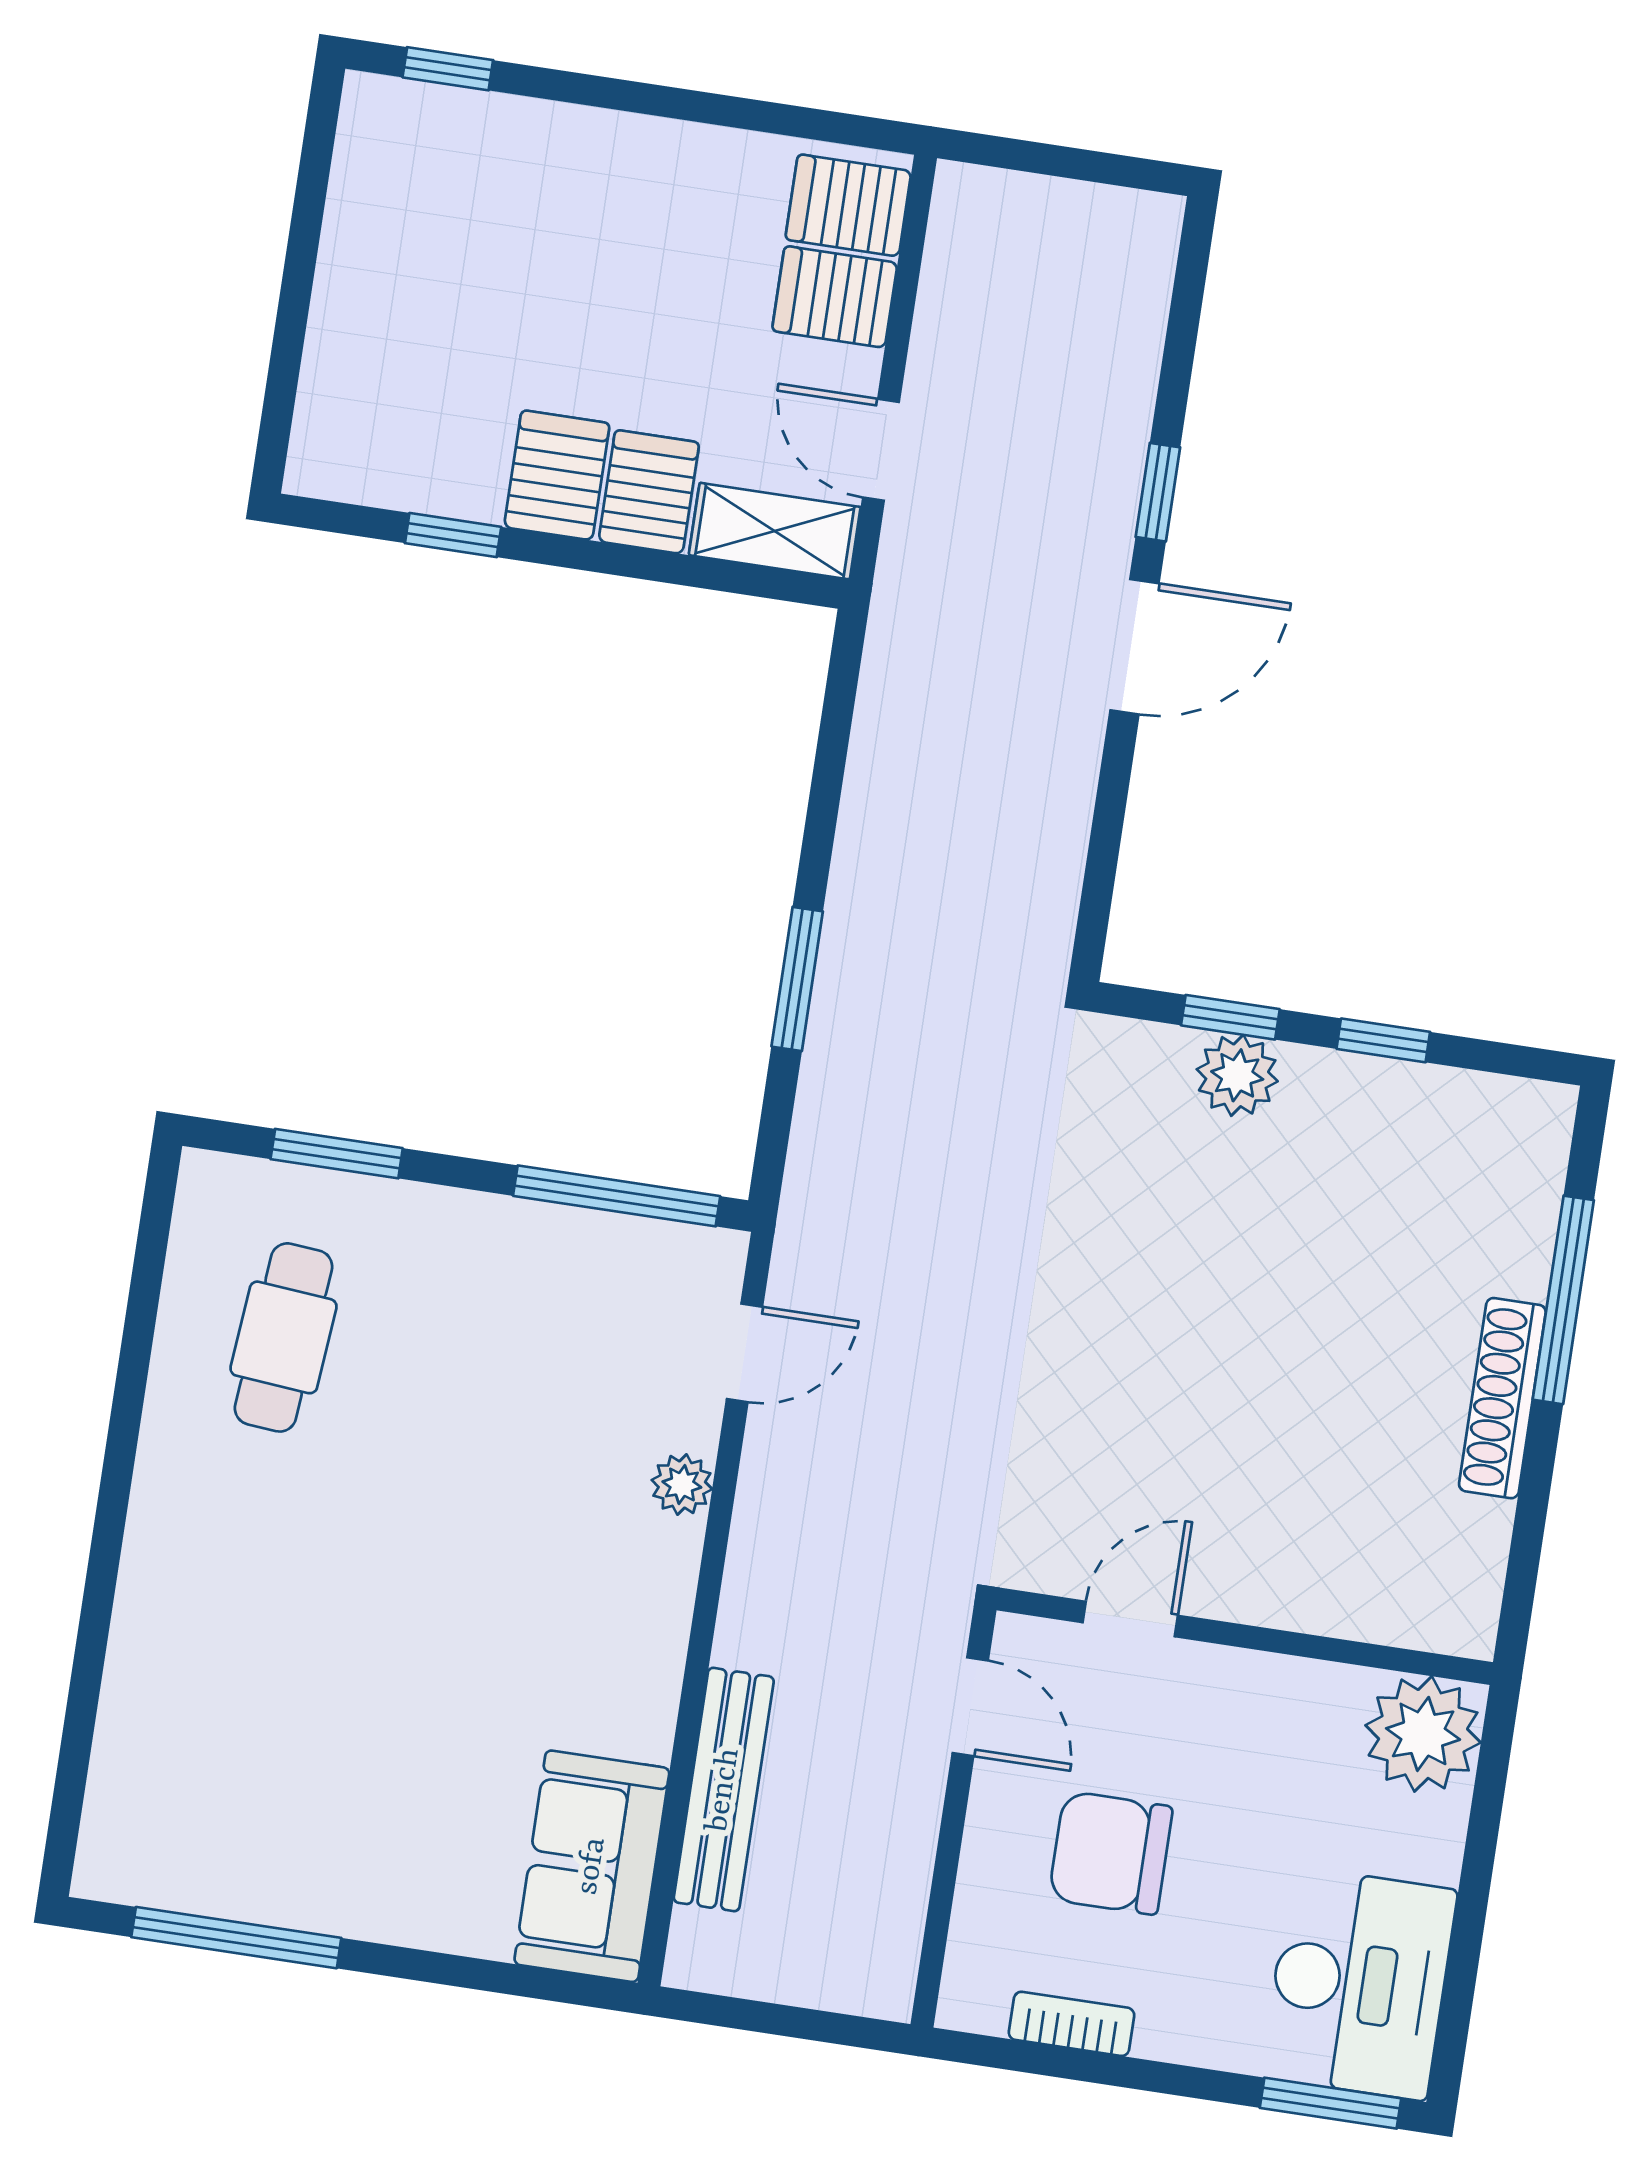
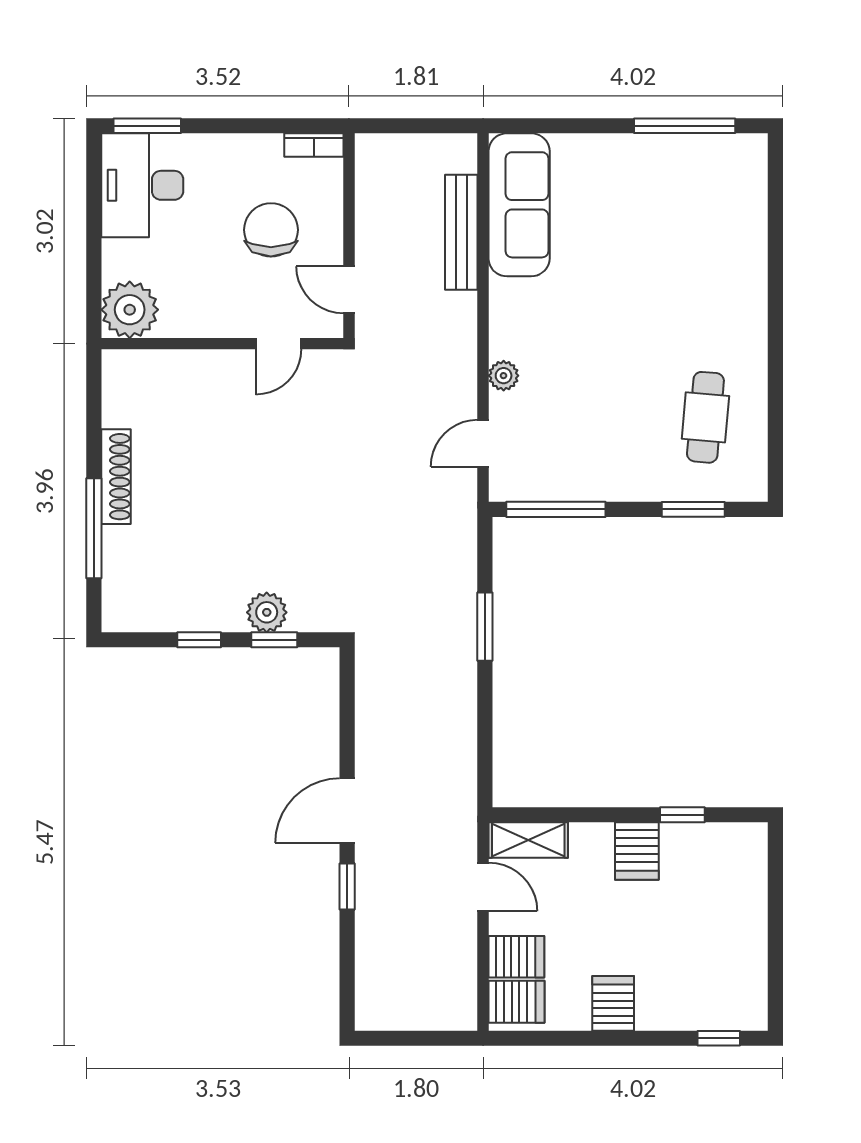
server rack: (649, 492) -> (613, 1003), moved, turned 180
chair: (1111, 1853) -> (271, 230), turned -90
sofa: (592, 1866) -> (519, 205), width x1.36
bookcase: (1072, 2024) -> (314, 145), moved

